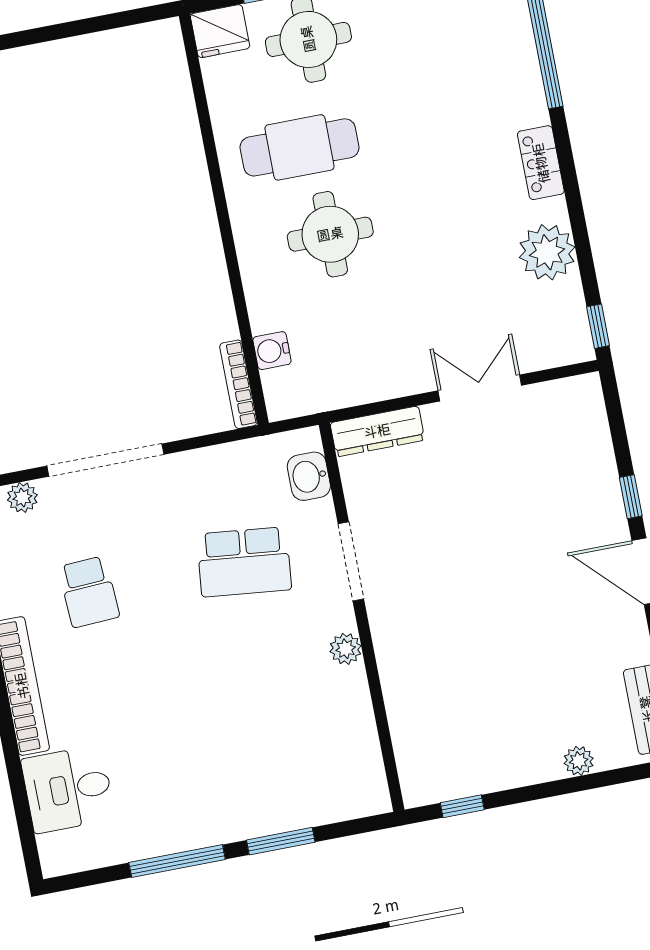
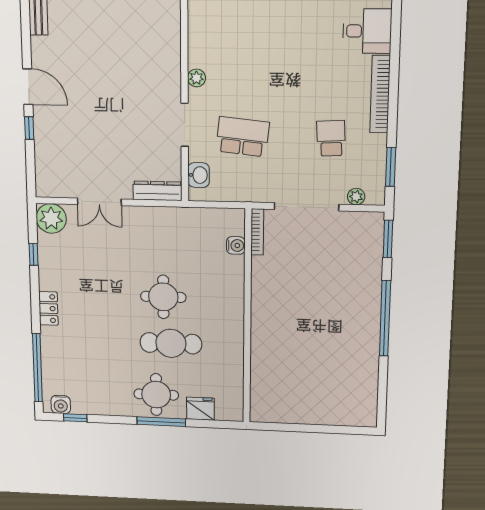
wall: (224, 219) -> (247, 317), moved
plant: (547, 252) -> (51, 218), moved
window: (598, 326) -> (34, 254), moved
water cooler: (272, 351) -> (236, 245), moved
bookcase: (238, 384) -> (257, 232), moved

